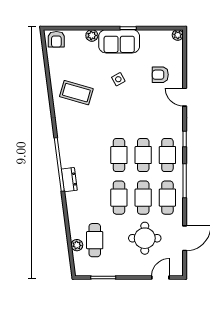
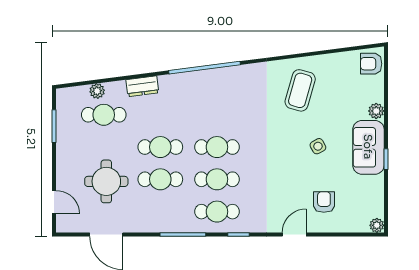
dresser: (69, 180) -> (142, 86), moved
cafe table: (167, 198) -> (160, 212), removed

